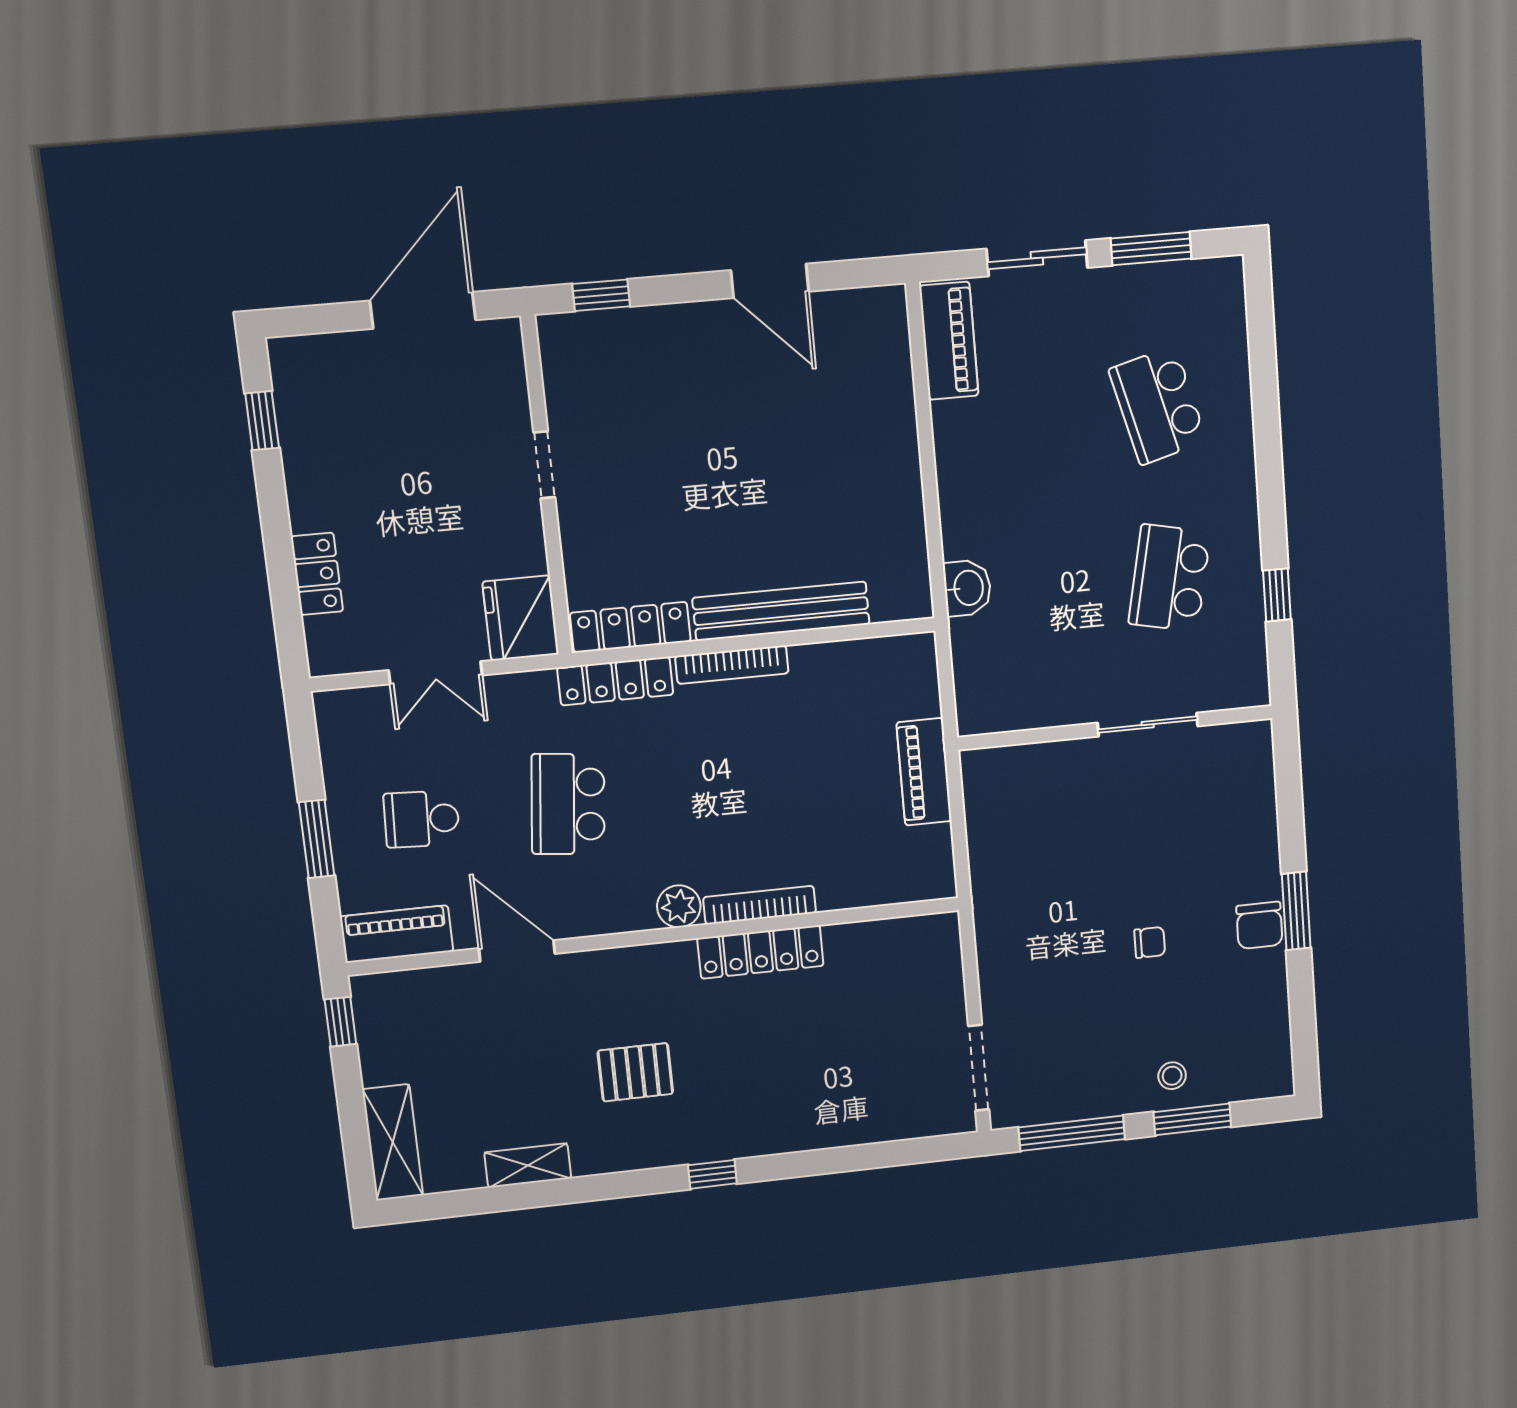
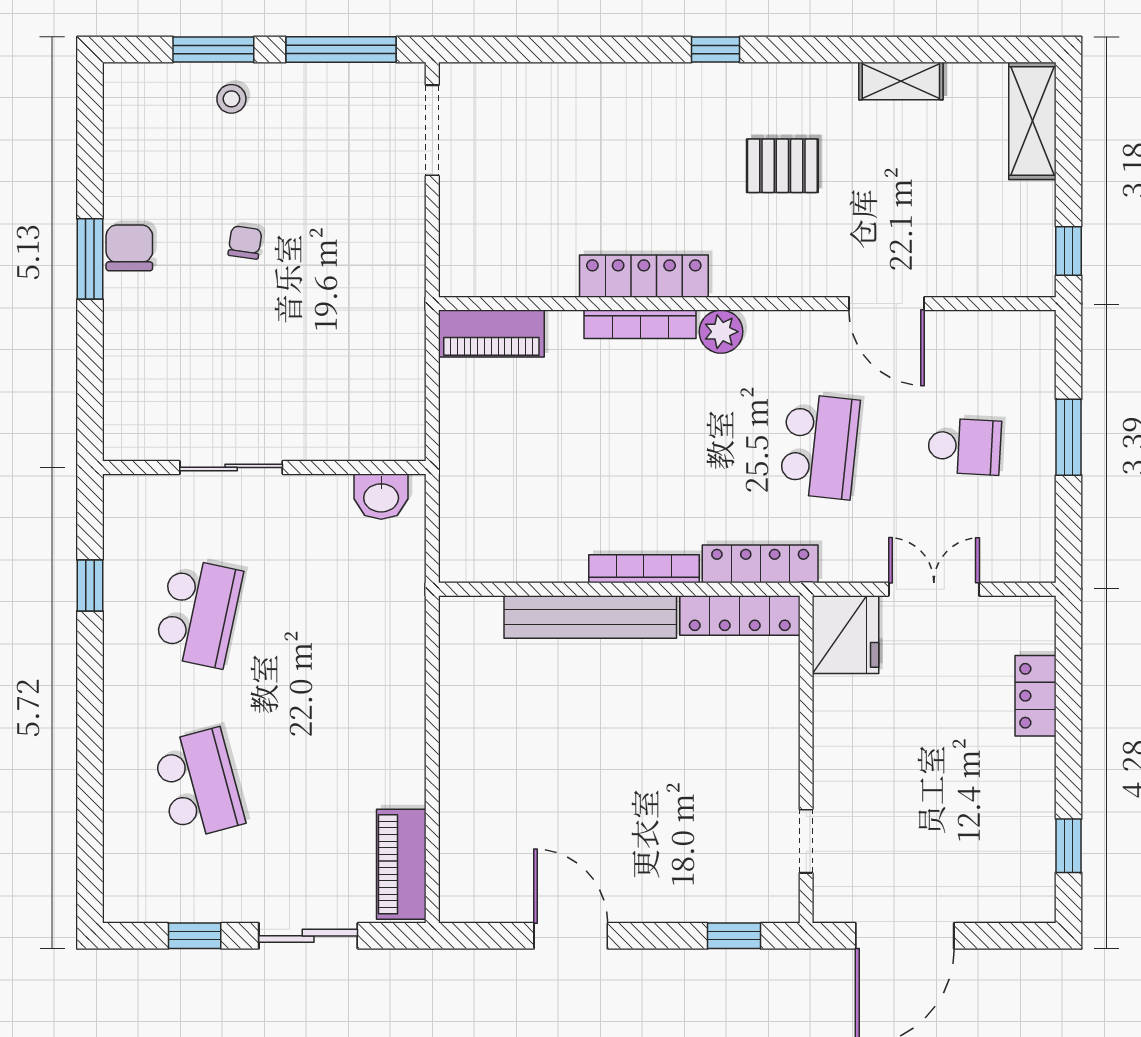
window: (1151, 249) -> (195, 936), width x0.67
doorway: (544, 465) -> (806, 841), moved
washbasin: (967, 588) -> (381, 497), moved, turned -90
piano: (924, 772) -> (491, 334), moved, turned 90
piano: (397, 934) -> (1003, 334), removed
chair: (1150, 942) -> (245, 242), turned 98

